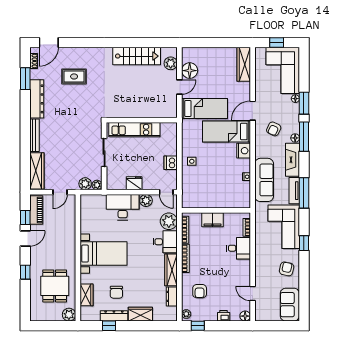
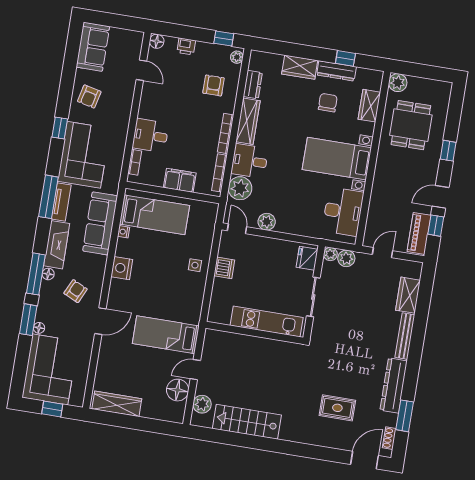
wardrobe: (244, 64) -> (117, 404), moved, turned -90
bed: (226, 132) -> (155, 215), moved
wardrobe: (37, 171) -> (408, 295), width x0.67
fridge: (134, 183) -> (307, 258), moved, turned 90
desk: (123, 207) -> (343, 212), moved, turned -90

